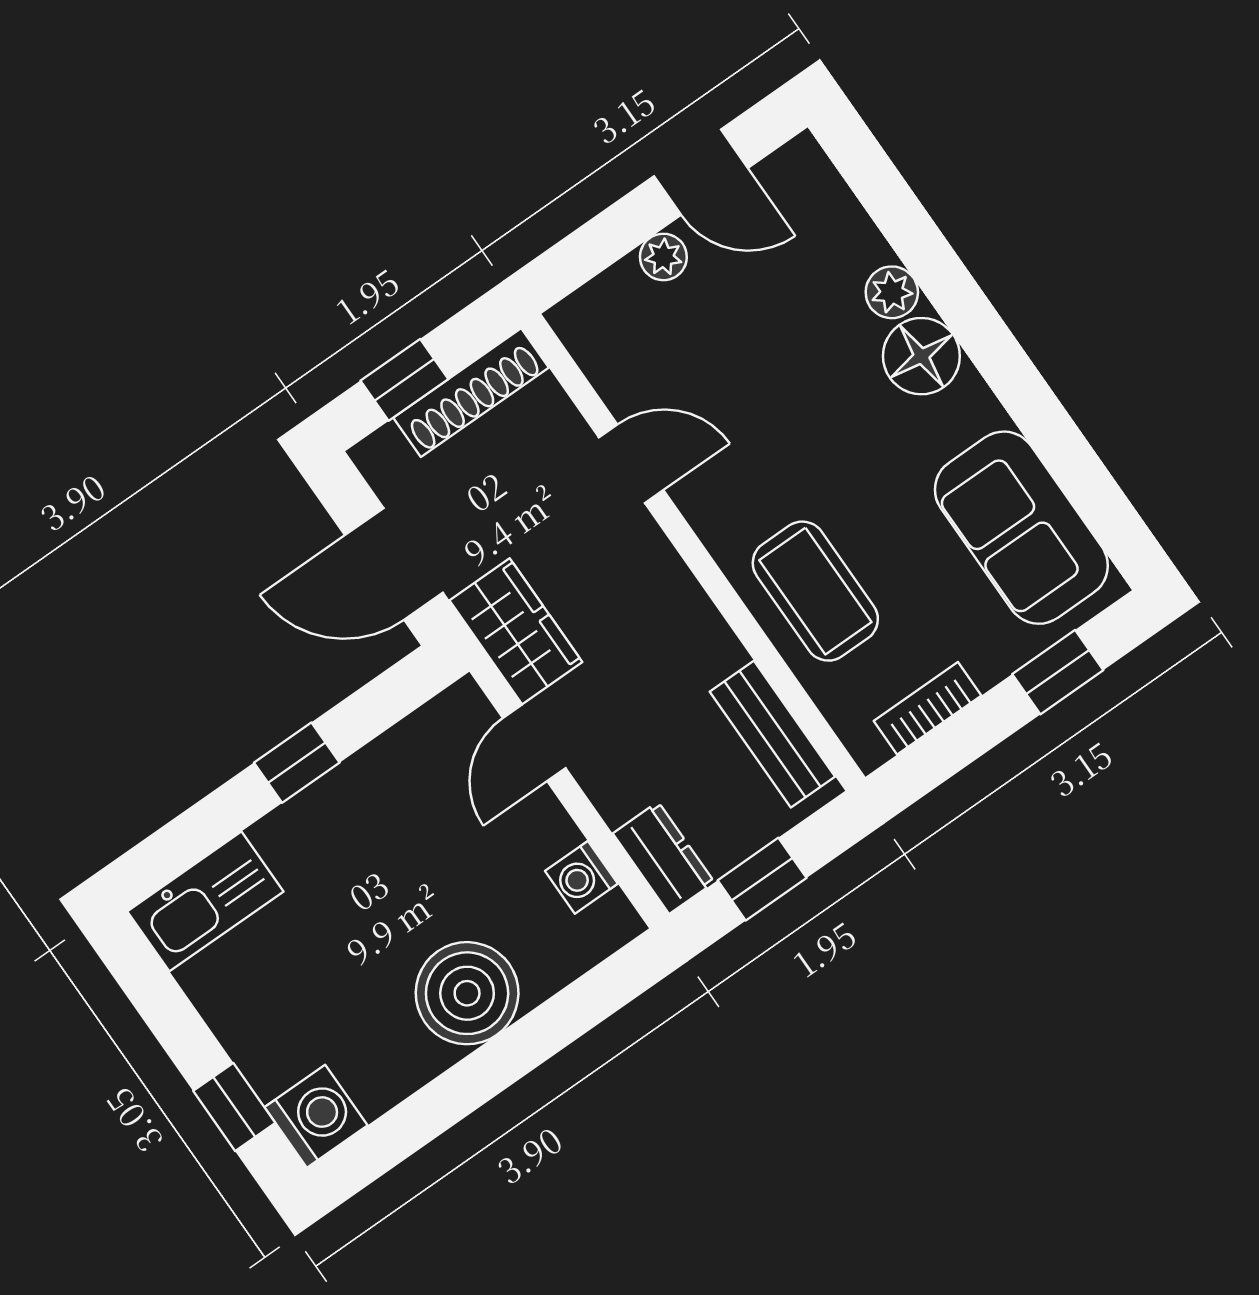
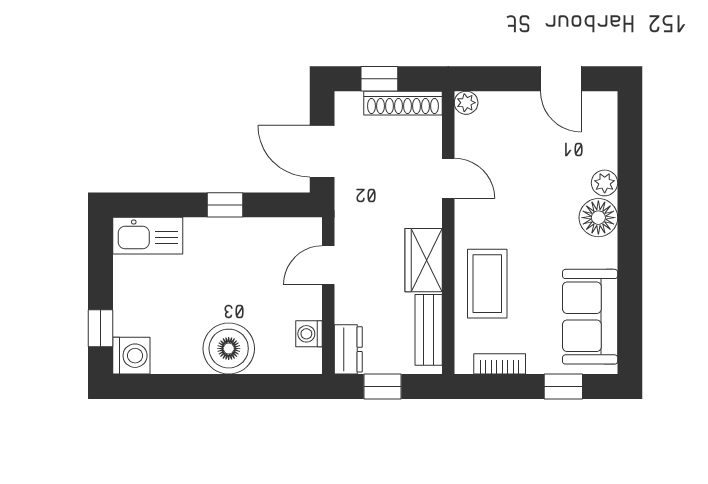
plant: (663, 257) -> (466, 103), moved
wardrobe: (516, 631) -> (424, 260), moved, turned 180

